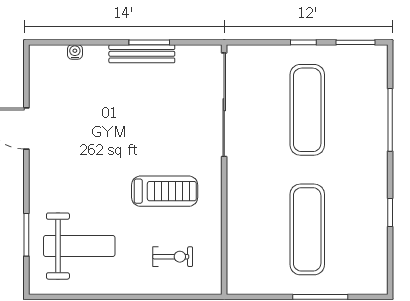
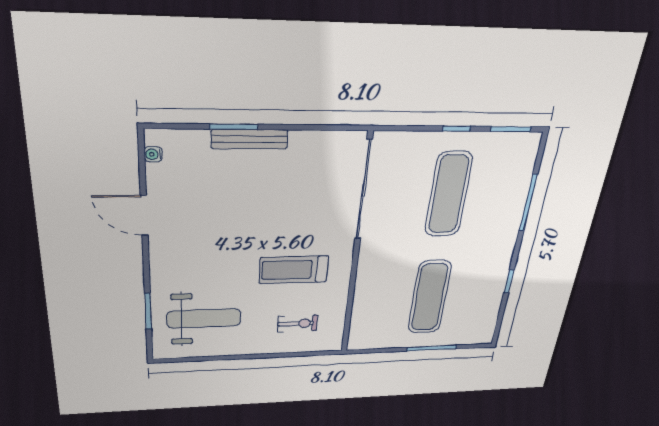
window: (149, 42) -> (234, 127), moved
water cooler: (75, 52) -> (153, 154), moved, turned -90
bench: (142, 54) -> (250, 139), moved
treadmill: (165, 191) -> (294, 270), turned 180

